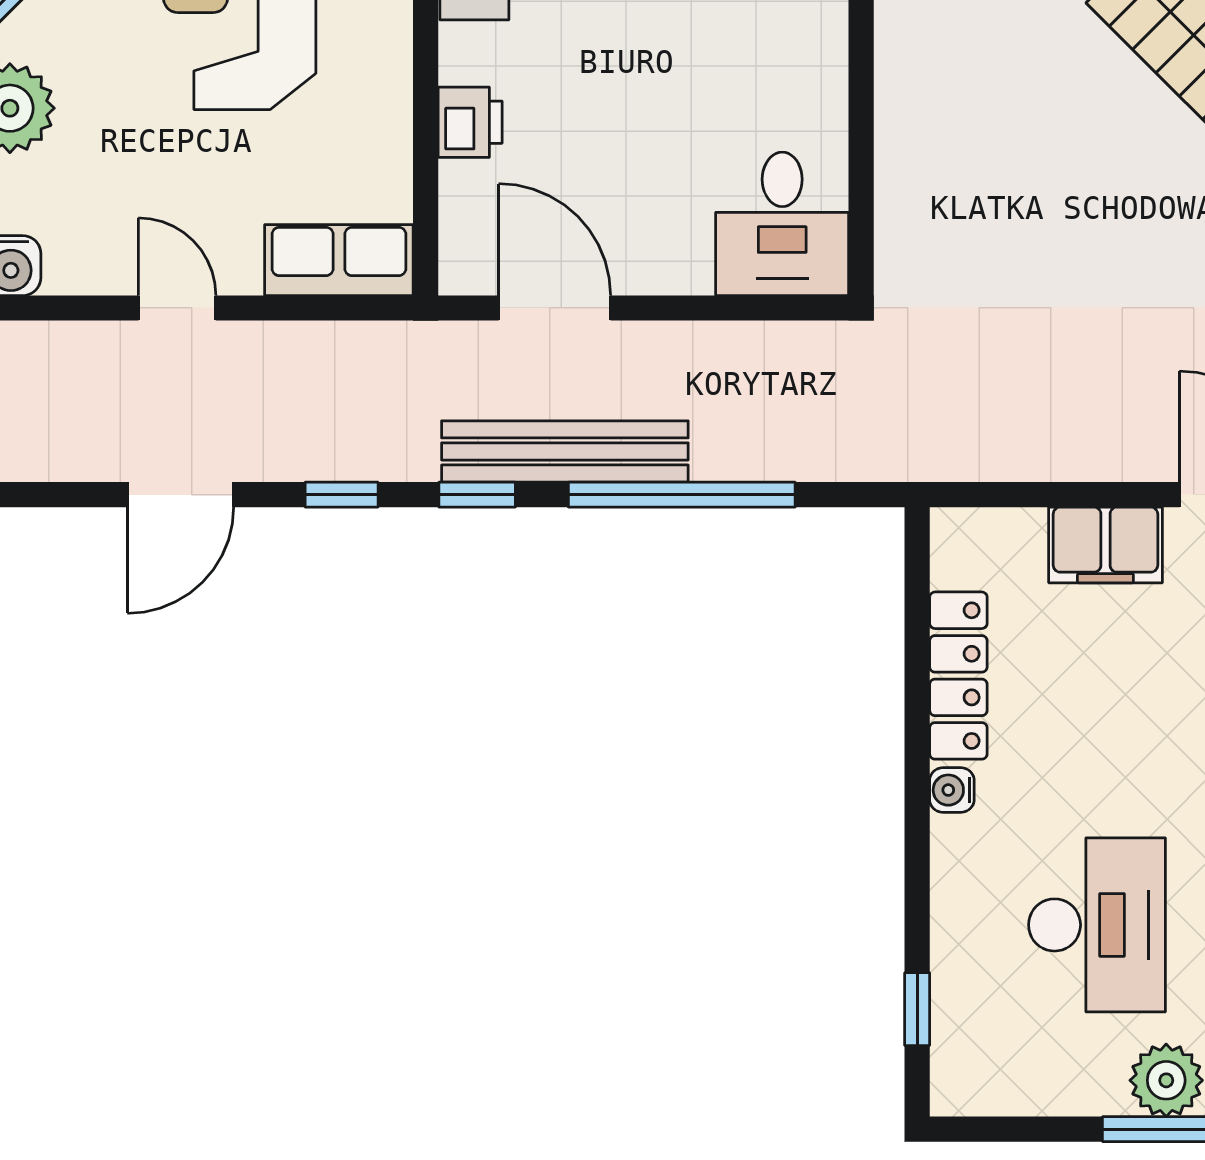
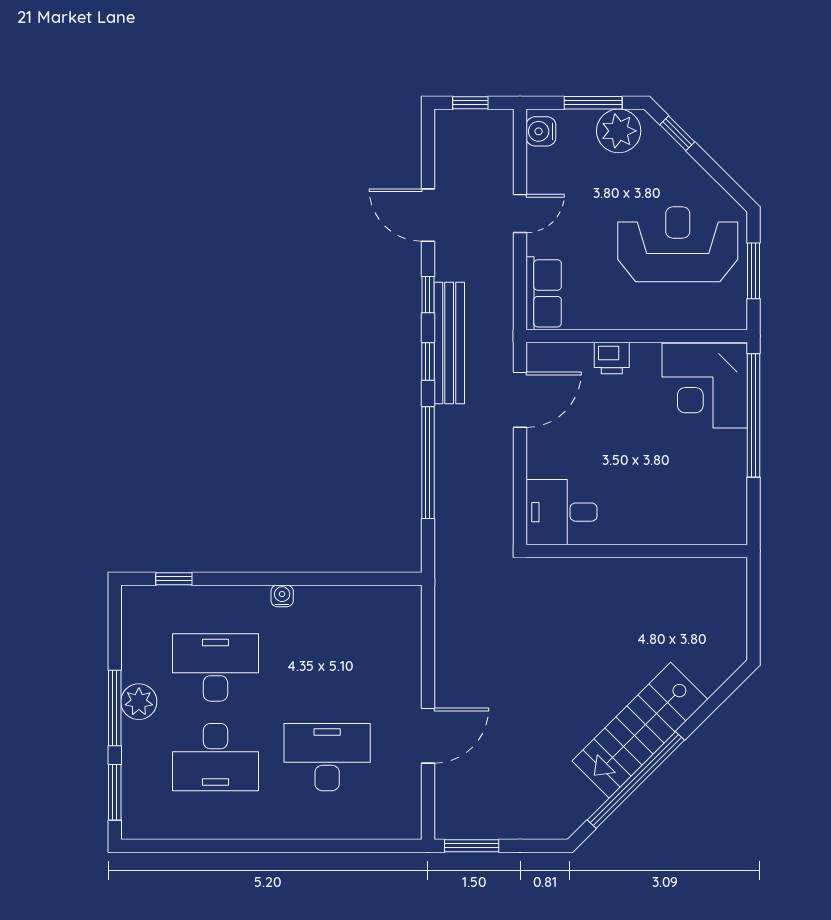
bench: (565, 451) -> (449, 343), moved
filing cabinet: (1105, 545) -> (403, 672), removed
locker: (958, 676) -> (339, 599), removed
desk: (1097, 925) -> (215, 667), turned 180

